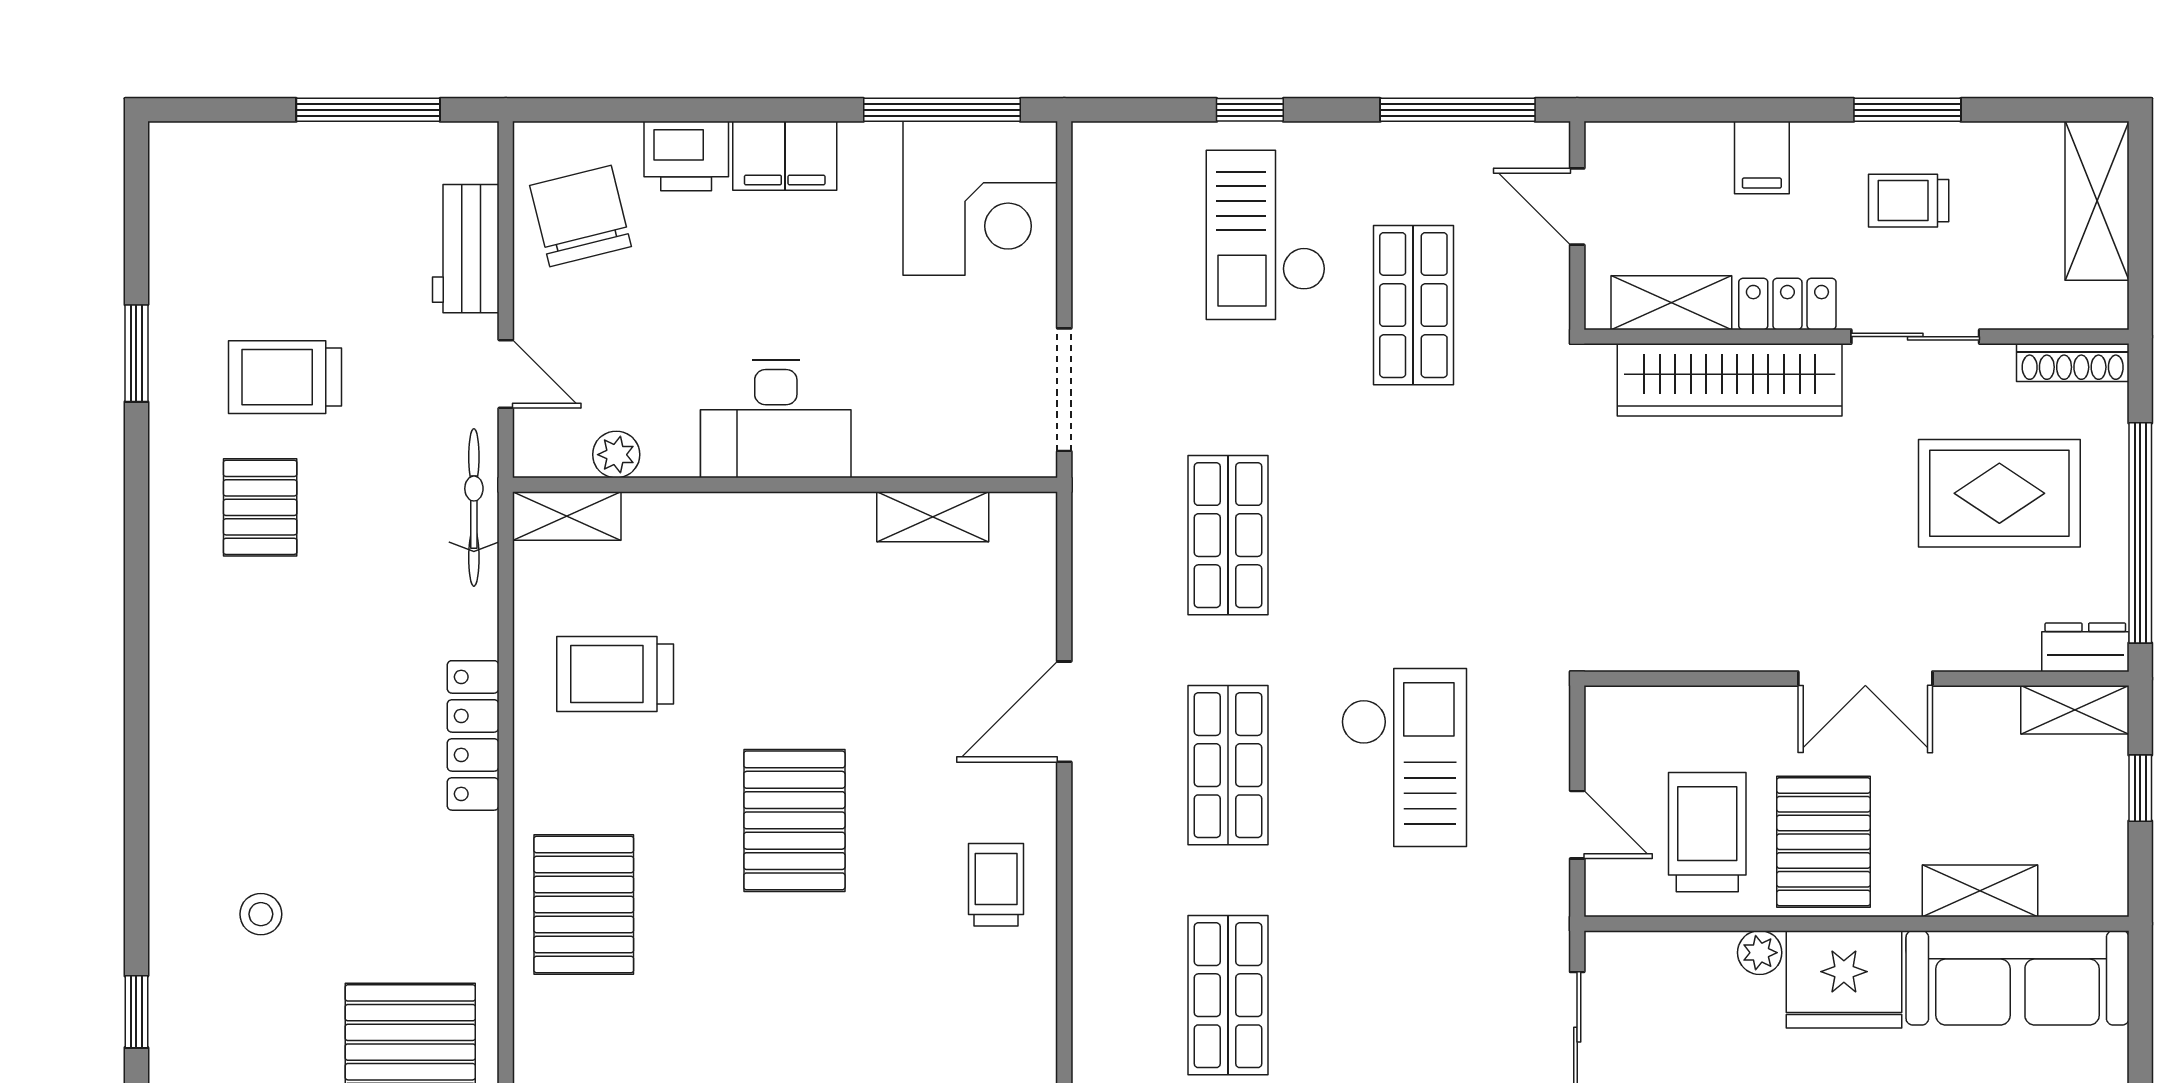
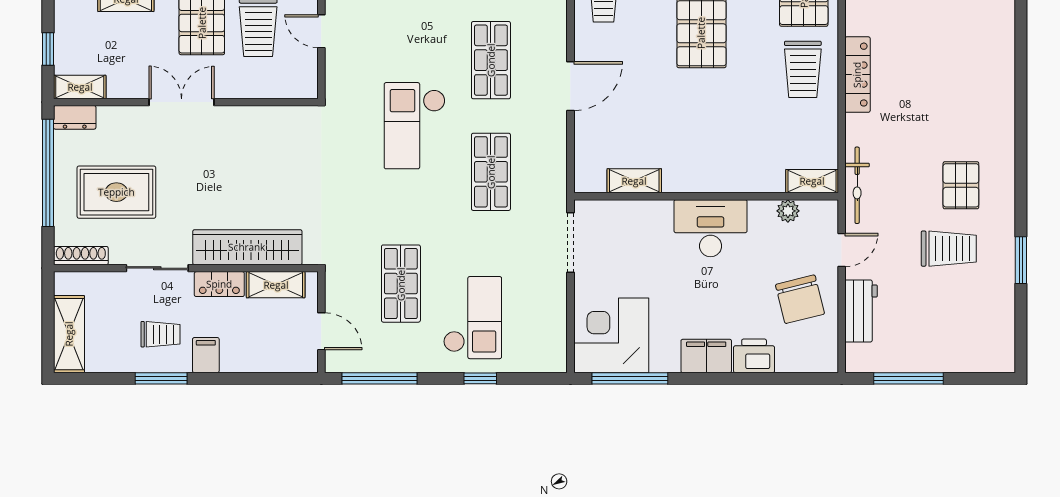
filing cabinet: (1762, 158) -> (206, 355), moved
chair: (580, 216) -> (800, 299), moved
door: (506, 374) -> (842, 250), swing flipped
trolley: (615, 674) -> (803, 69), moved, turned 90
checkout: (1404, 757) -> (415, 126), moved

